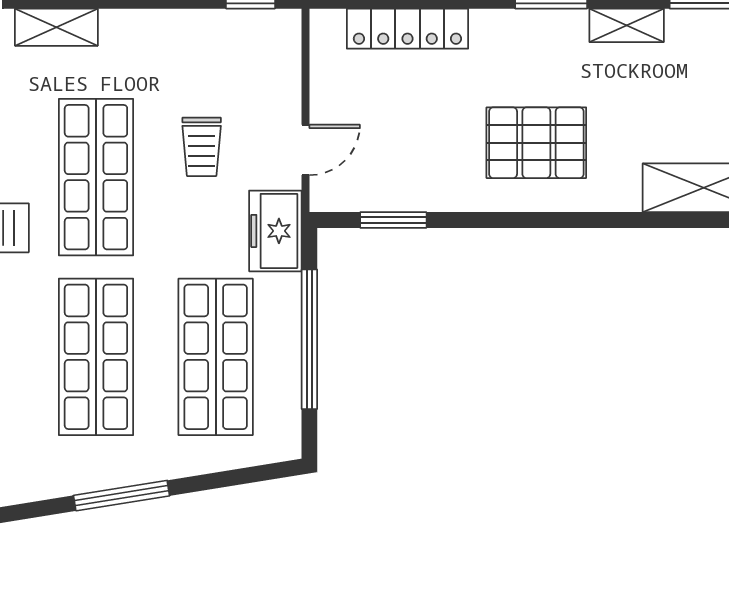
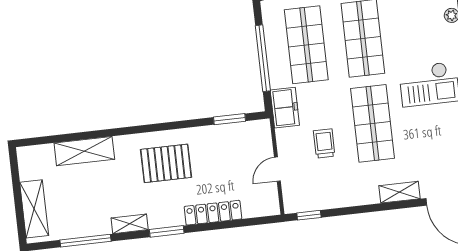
locker: (407, 29) -> (213, 213), moved
door: (305, 150) -> (277, 169), moved

